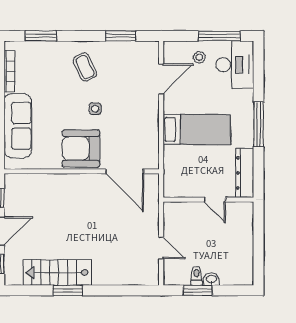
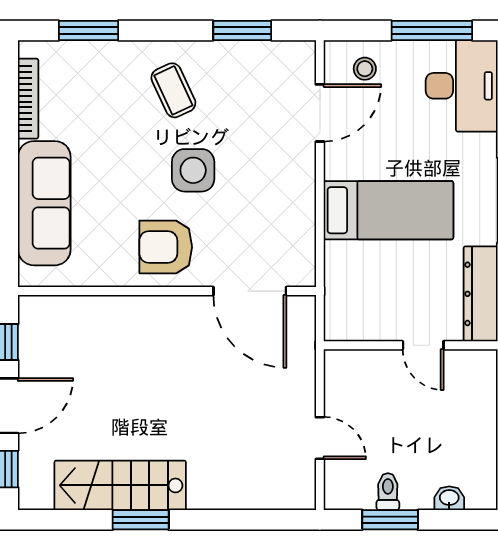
stool: (199, 57) -> (365, 69), moved
side table: (95, 109) -> (193, 170), width x1.87, depth x1.87
armchair: (81, 149) -> (166, 247), width x0.73, depth x0.73
washbasin: (211, 279) -> (449, 498), moved

